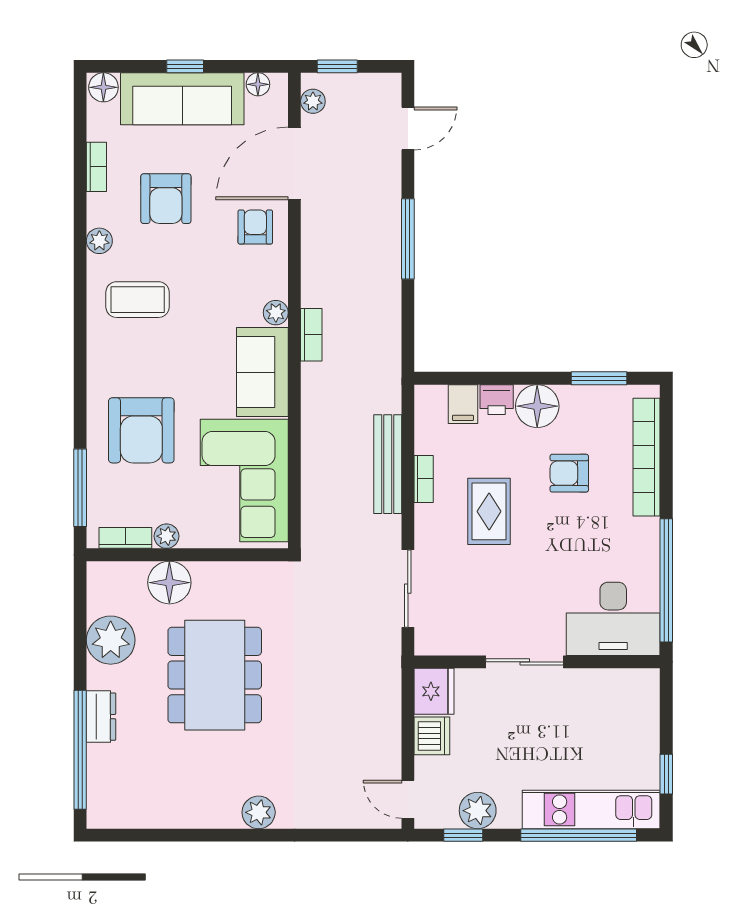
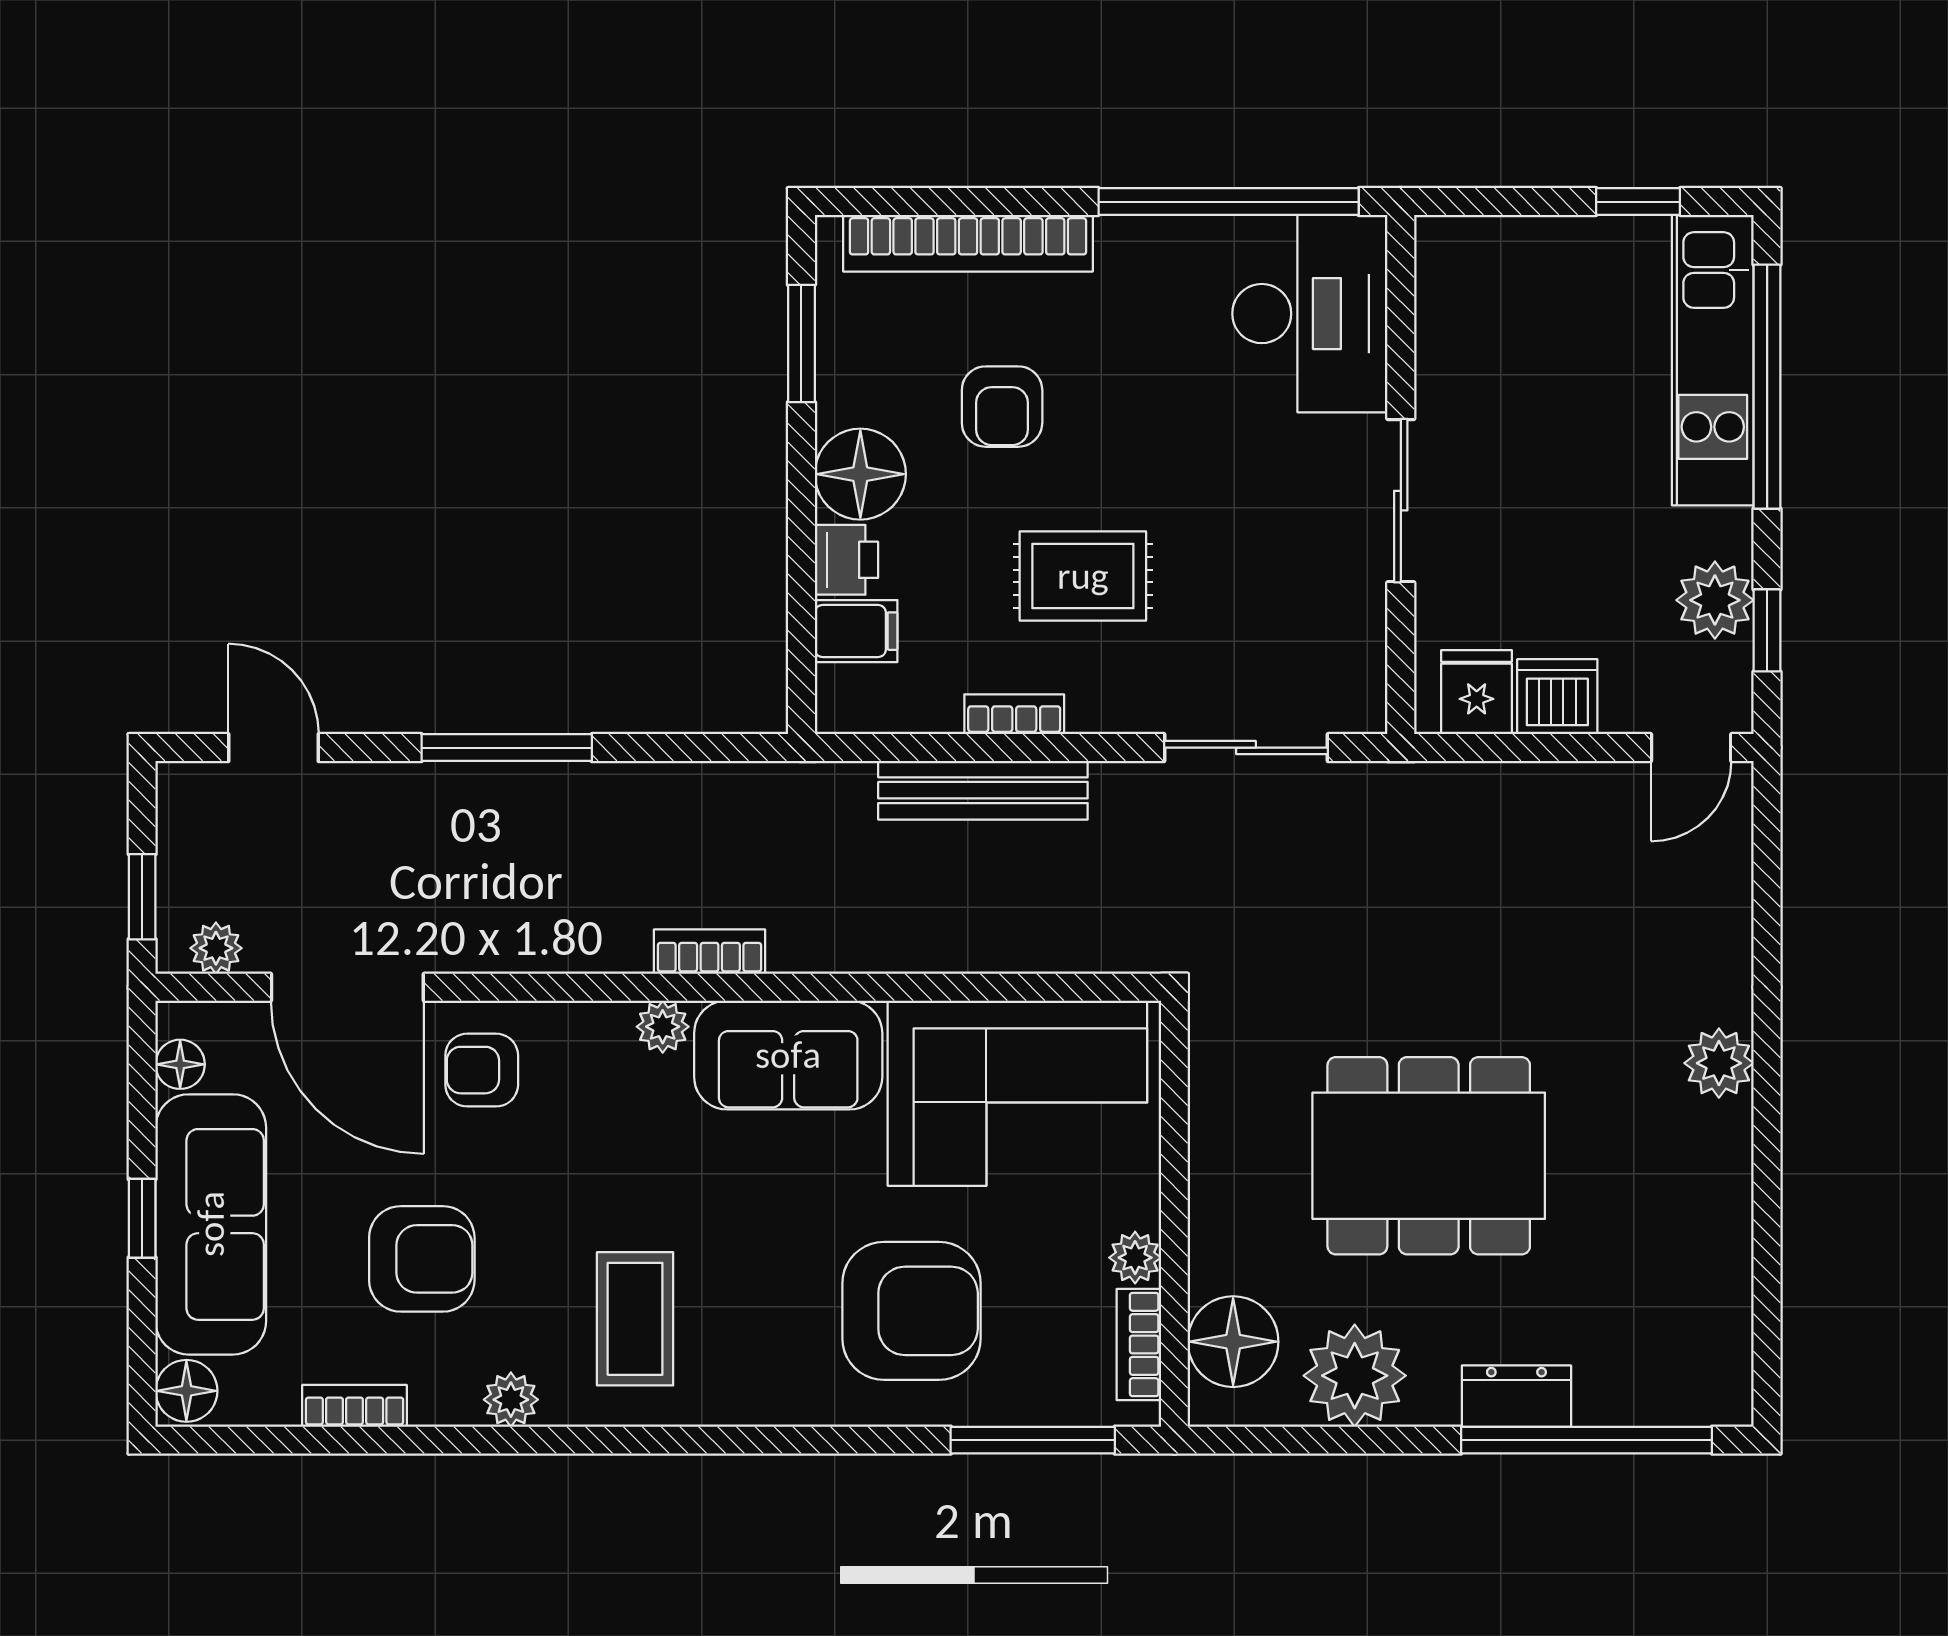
floor lamp: (169, 583) -> (1233, 1342), moved
fridge: (434, 691) -> (1477, 692), width x0.72

